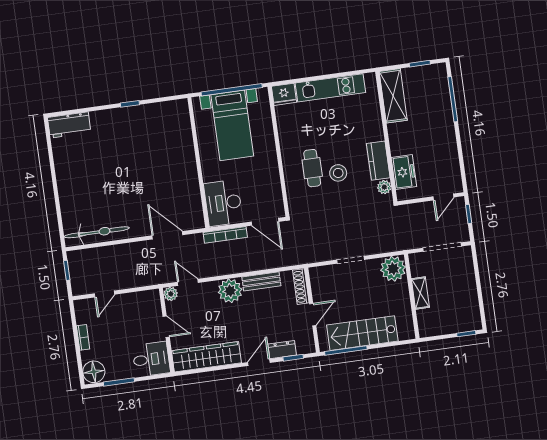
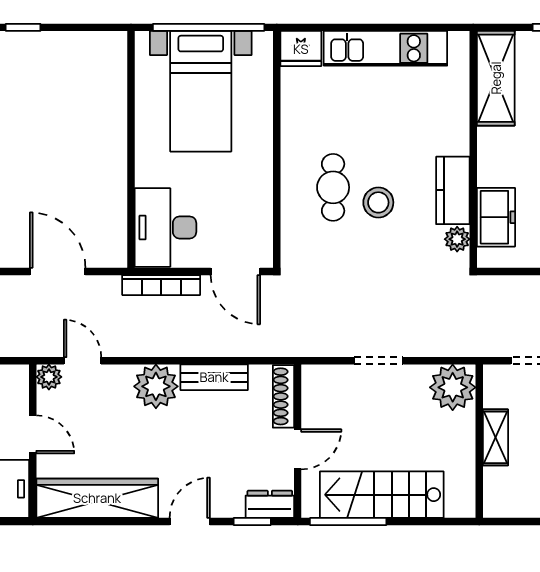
dresser: (282, 350) -> (270, 504), moved

